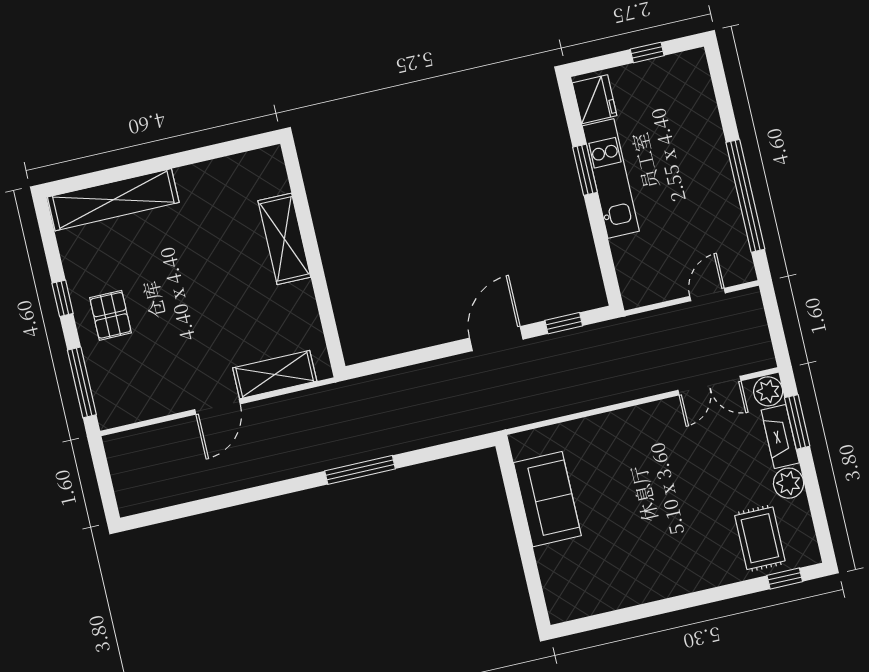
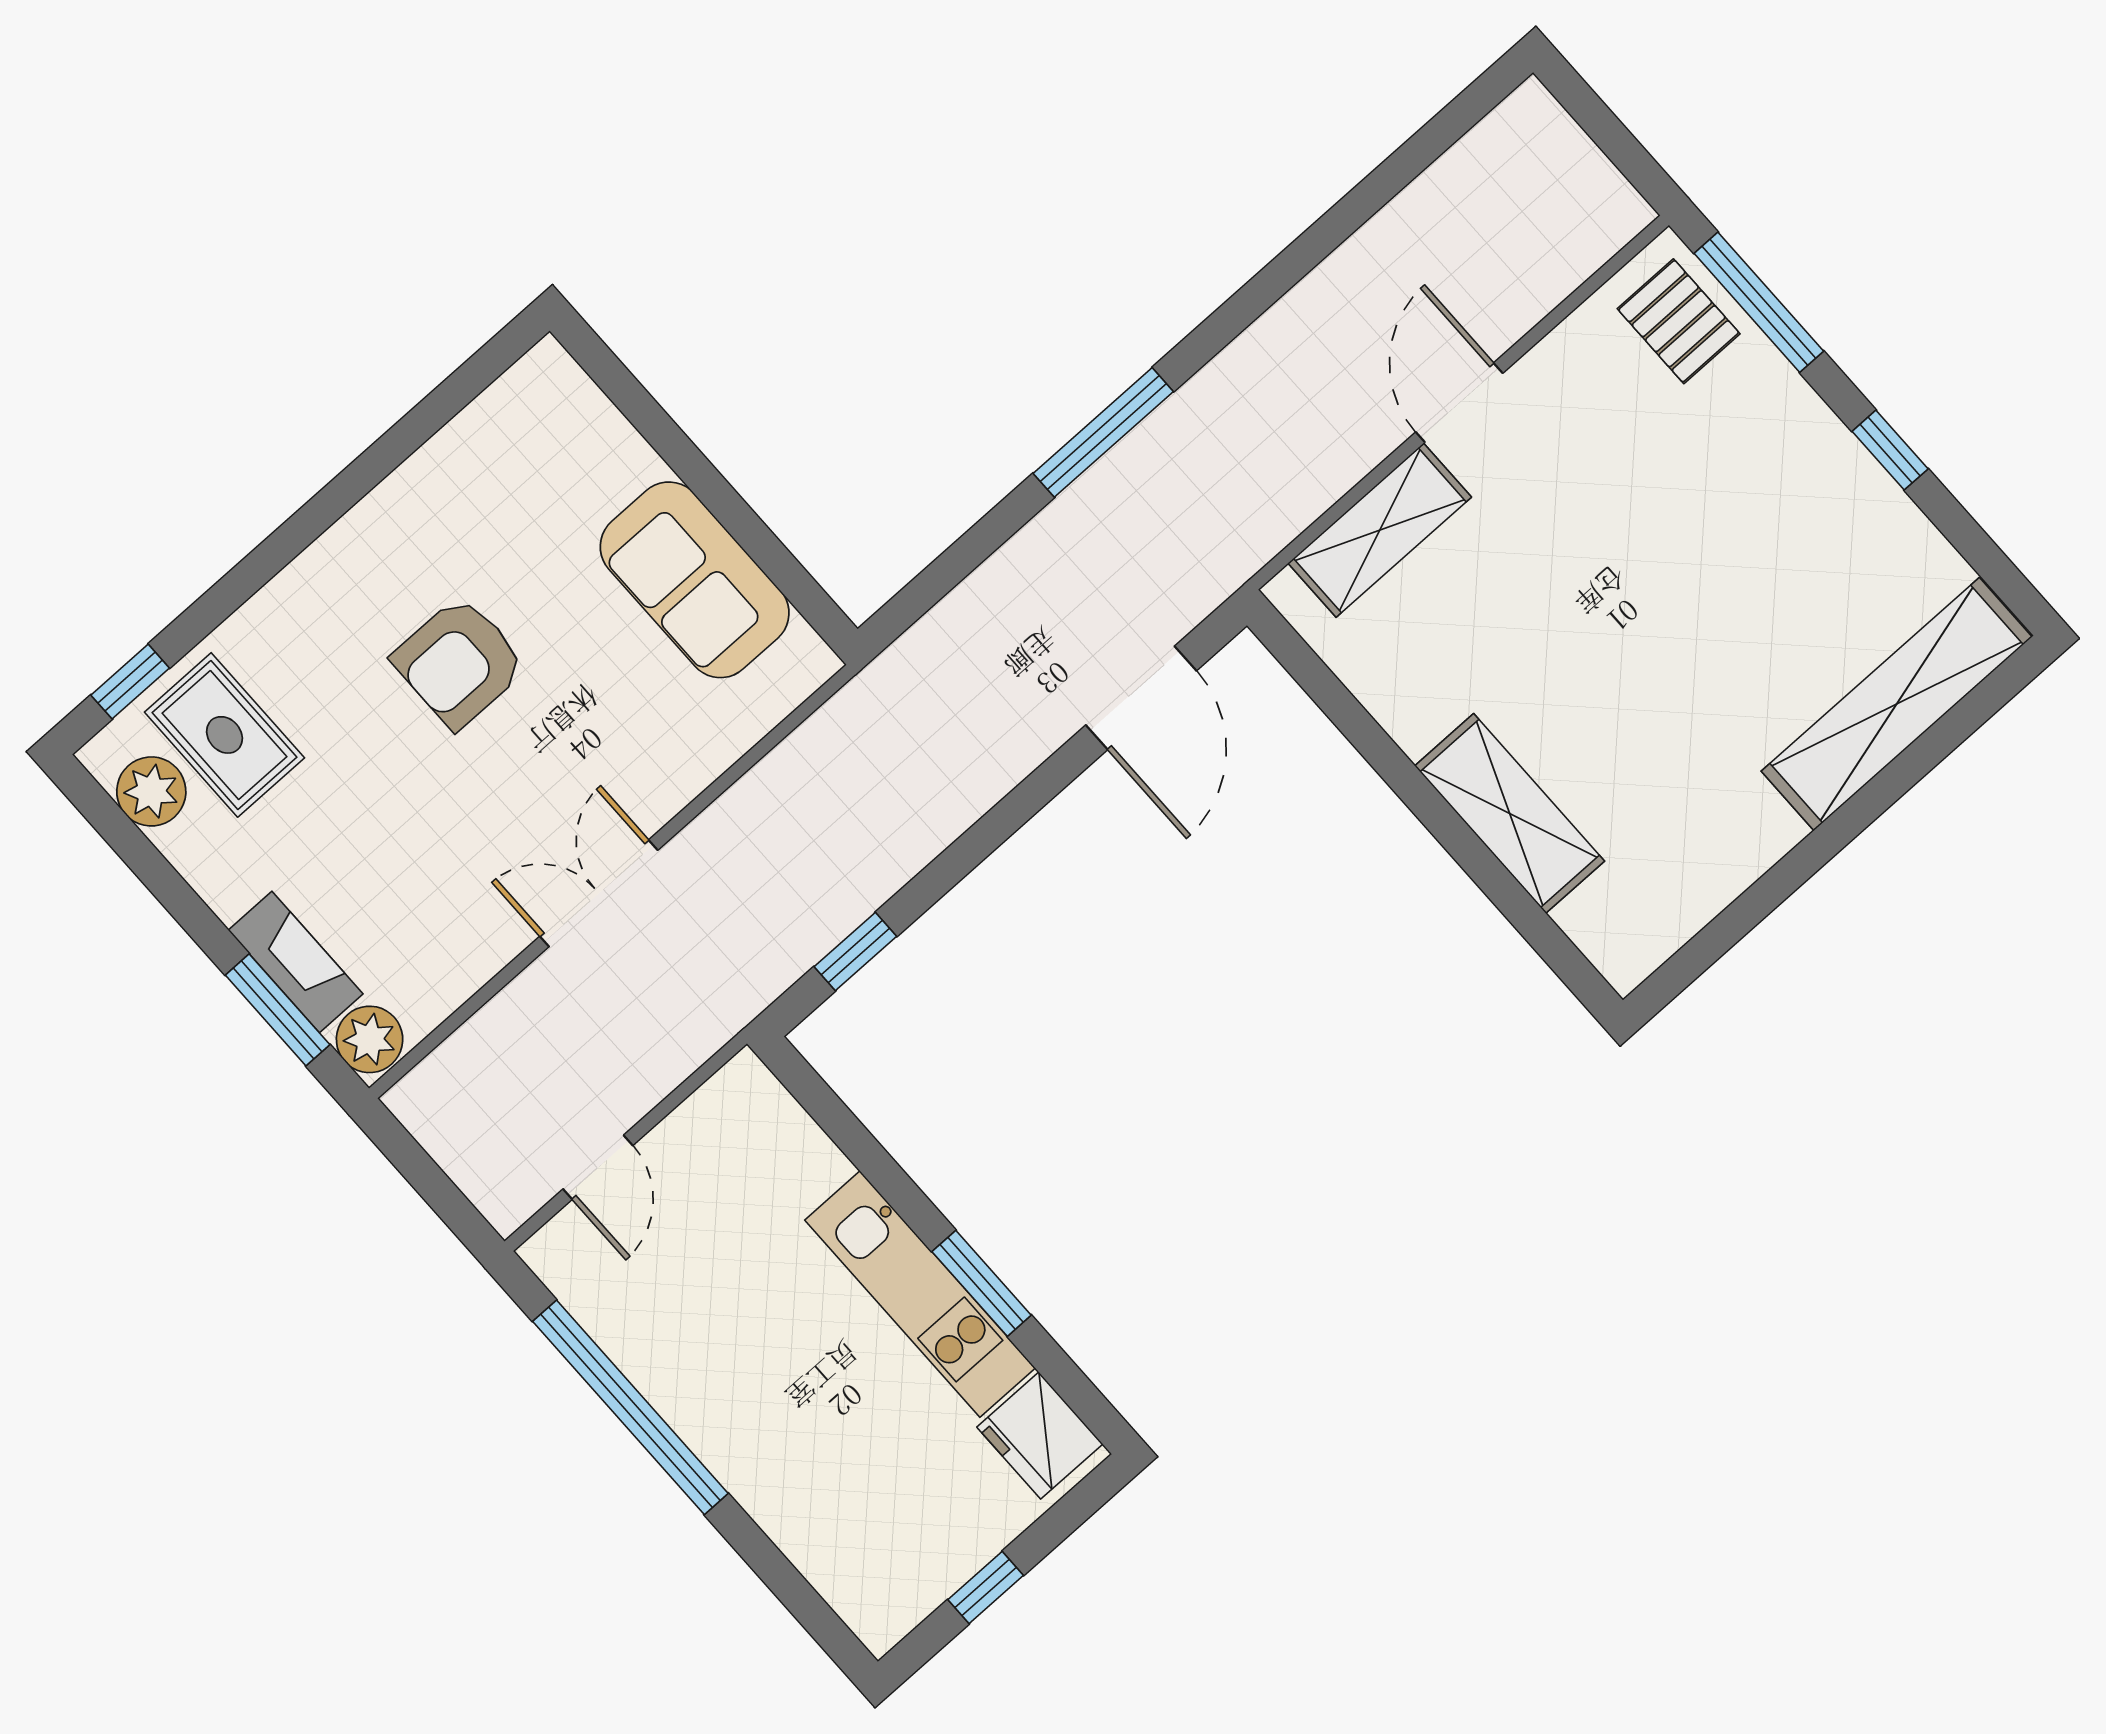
pallet: (111, 315) -> (1679, 321), moved
door: (496, 339) -> (1141, 698), moved
double door: (709, 386) -> (599, 893), moved
plant: (789, 483) -> (151, 791), moved
armchair: (655, 517) -> (459, 662), added

